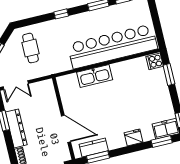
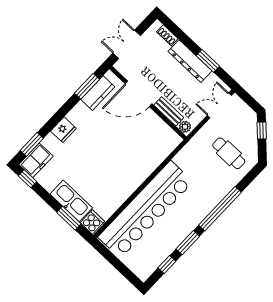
window: (61, 14) -> (220, 209), width x3.17
kitchen sink: (95, 76) -> (71, 201), moved, turned 90
plant: (49, 86) -> (185, 127), added
bench: (53, 103) -> (169, 111), added

